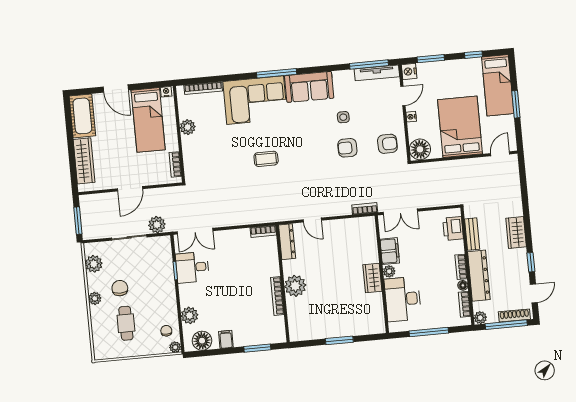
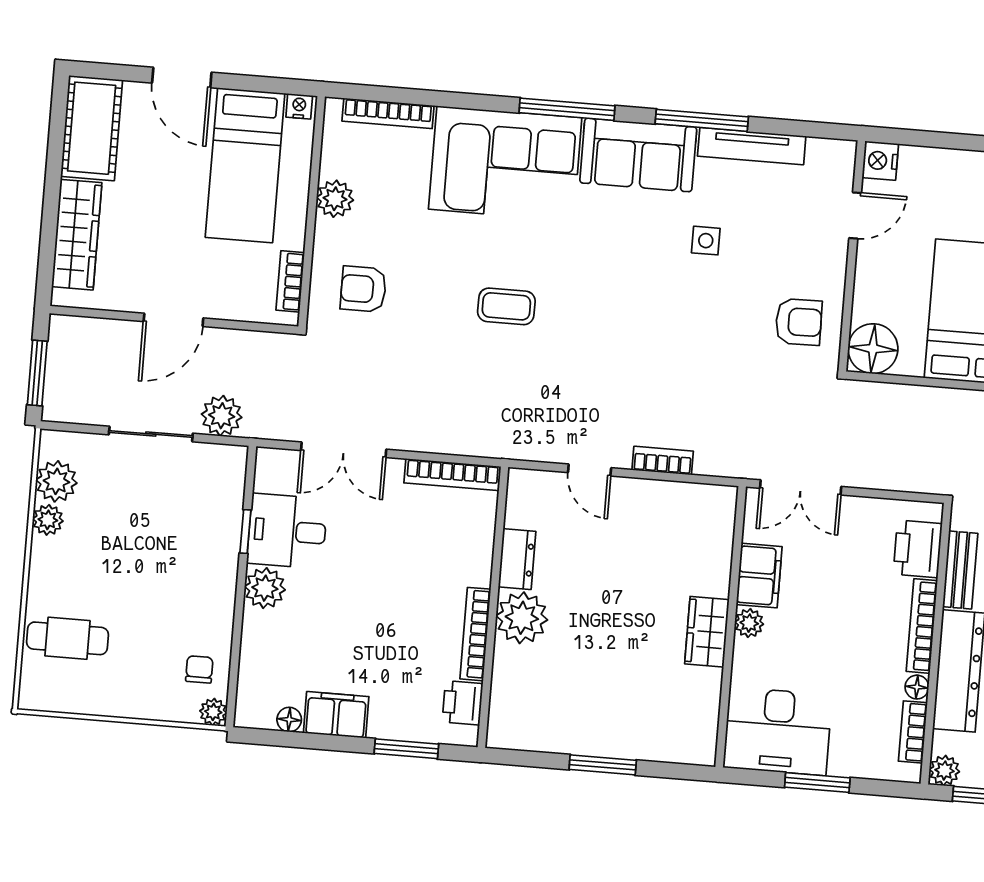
window: (431, 59) -> (936, 140), removed
window: (369, 65) -> (702, 120), moved
tv unit: (377, 73) -> (752, 146), moved
nightstand: (411, 117) -> (866, 268), removed
armchair: (347, 148) -> (363, 289), moved
bookcase: (365, 209) -> (663, 460), moved
double door: (195, 231) -> (344, 450), moved
bookcase: (263, 231) -> (452, 475), width x1.56
dresser: (287, 242) -> (517, 559), moved, width x0.70
bookcase: (461, 267) -> (922, 626), width x1.56
chair: (120, 288) -> (108, 549), removed
plant: (95, 298) -> (48, 520), moved
desk: (403, 299) -> (778, 731), moved, turned -90
plant: (190, 315) -> (265, 588), moved
cafe table: (126, 323) -> (68, 638), moved, turned 90
printer: (277, 325) -> (463, 703), added
window: (429, 332) -> (817, 783), width x0.69
filing cabinet: (226, 339) -> (336, 715), width x2.00
floor lamp: (202, 341) -> (289, 720), width x0.53, depth x0.53

